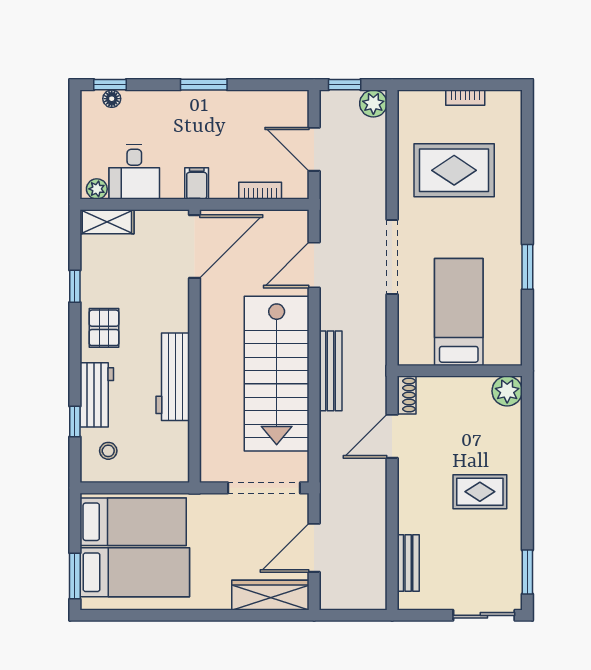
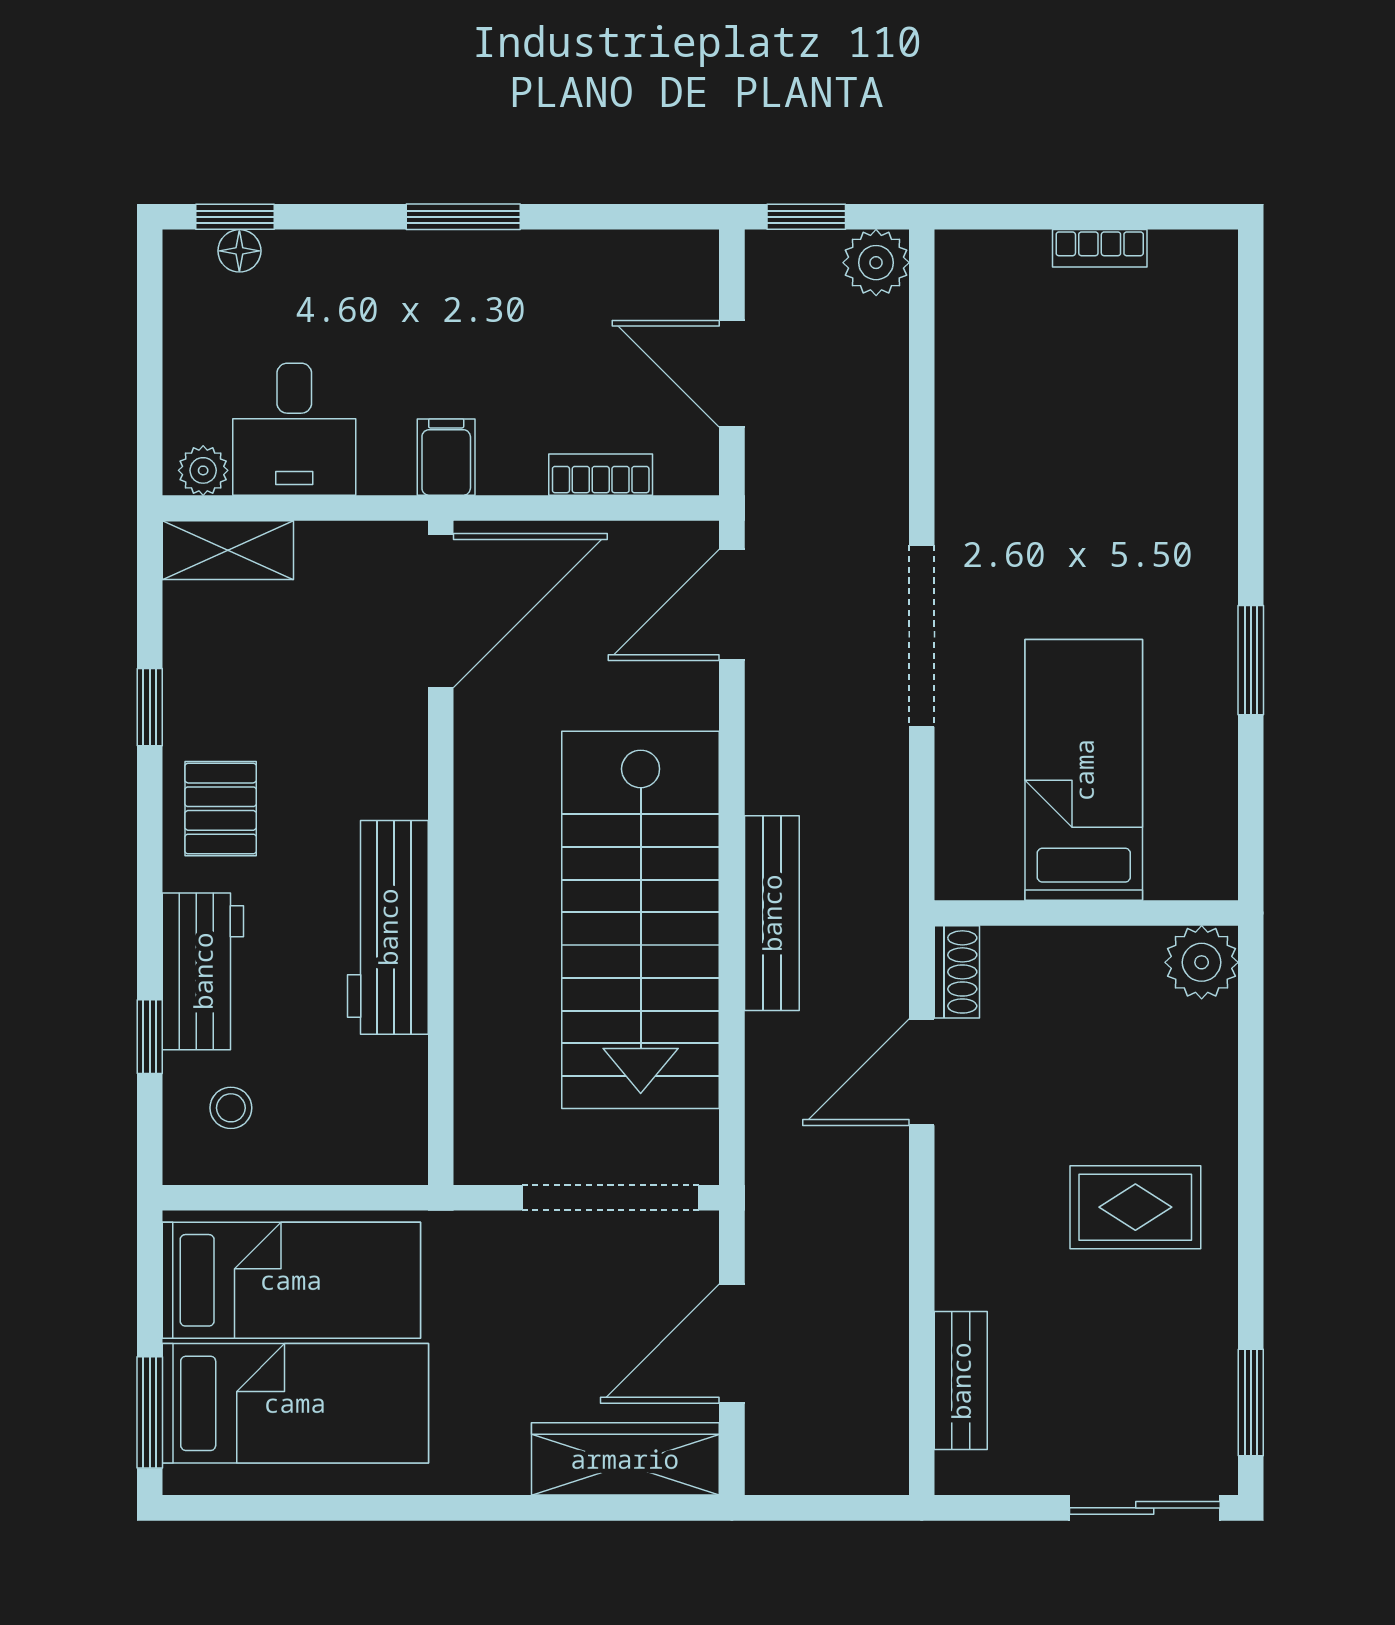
rug: (454, 170) -> (1072, 425), removed
door: (314, 265) -> (732, 605), moved

